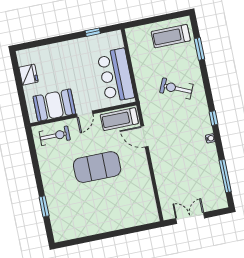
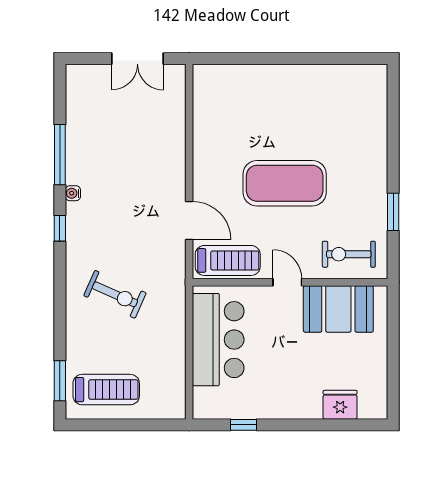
window: (199, 49) -> (60, 381), moved
fridge: (29, 75) -> (340, 405), moved, turned 90
door: (85, 114) -> (287, 282), hinge flipped
window: (225, 176) -> (60, 155), moved
window: (44, 206) -> (393, 212), moved

